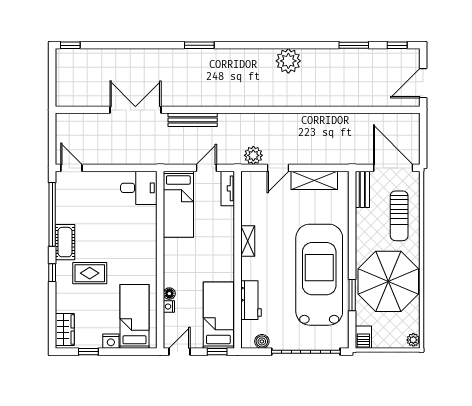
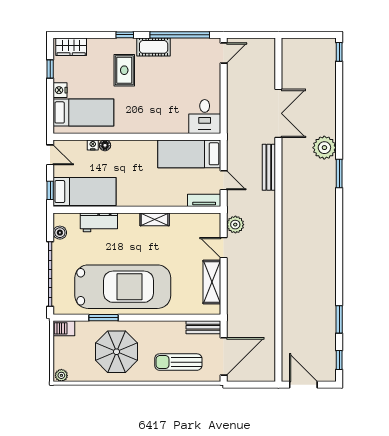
plant: (288, 61) -> (324, 148), moved
parasol: (388, 281) -> (117, 352), width x0.73, depth x0.73

